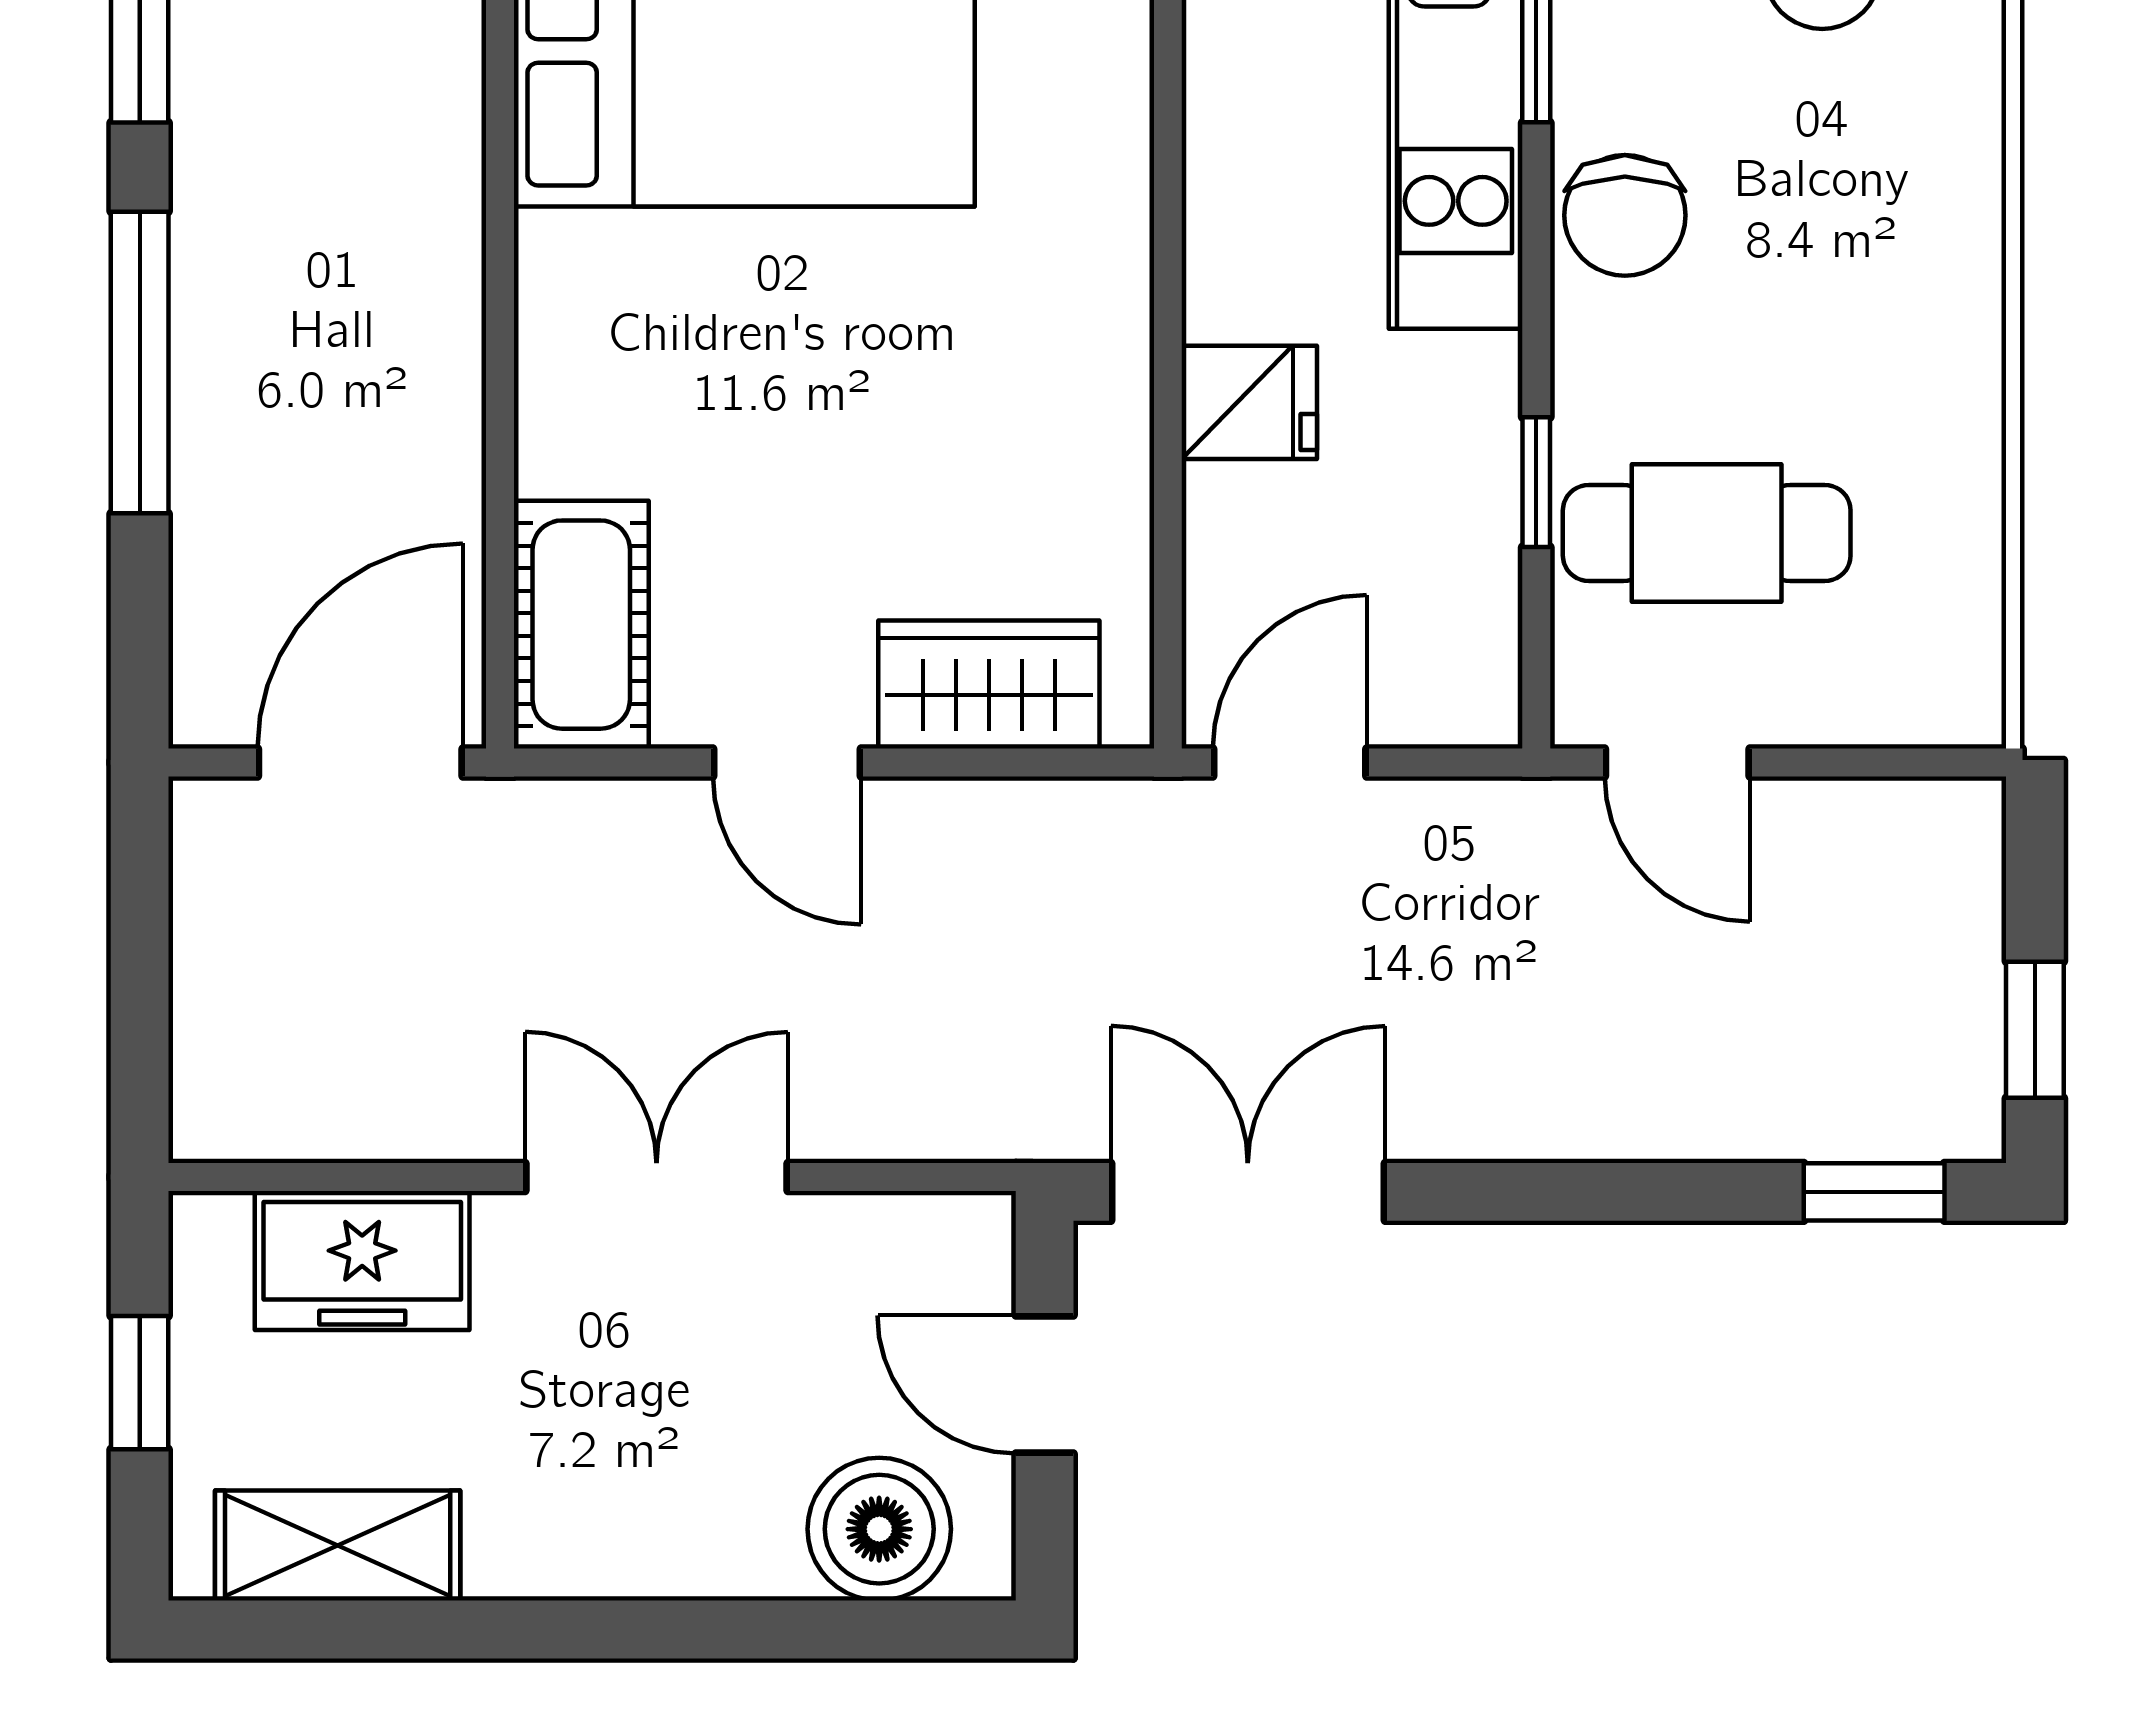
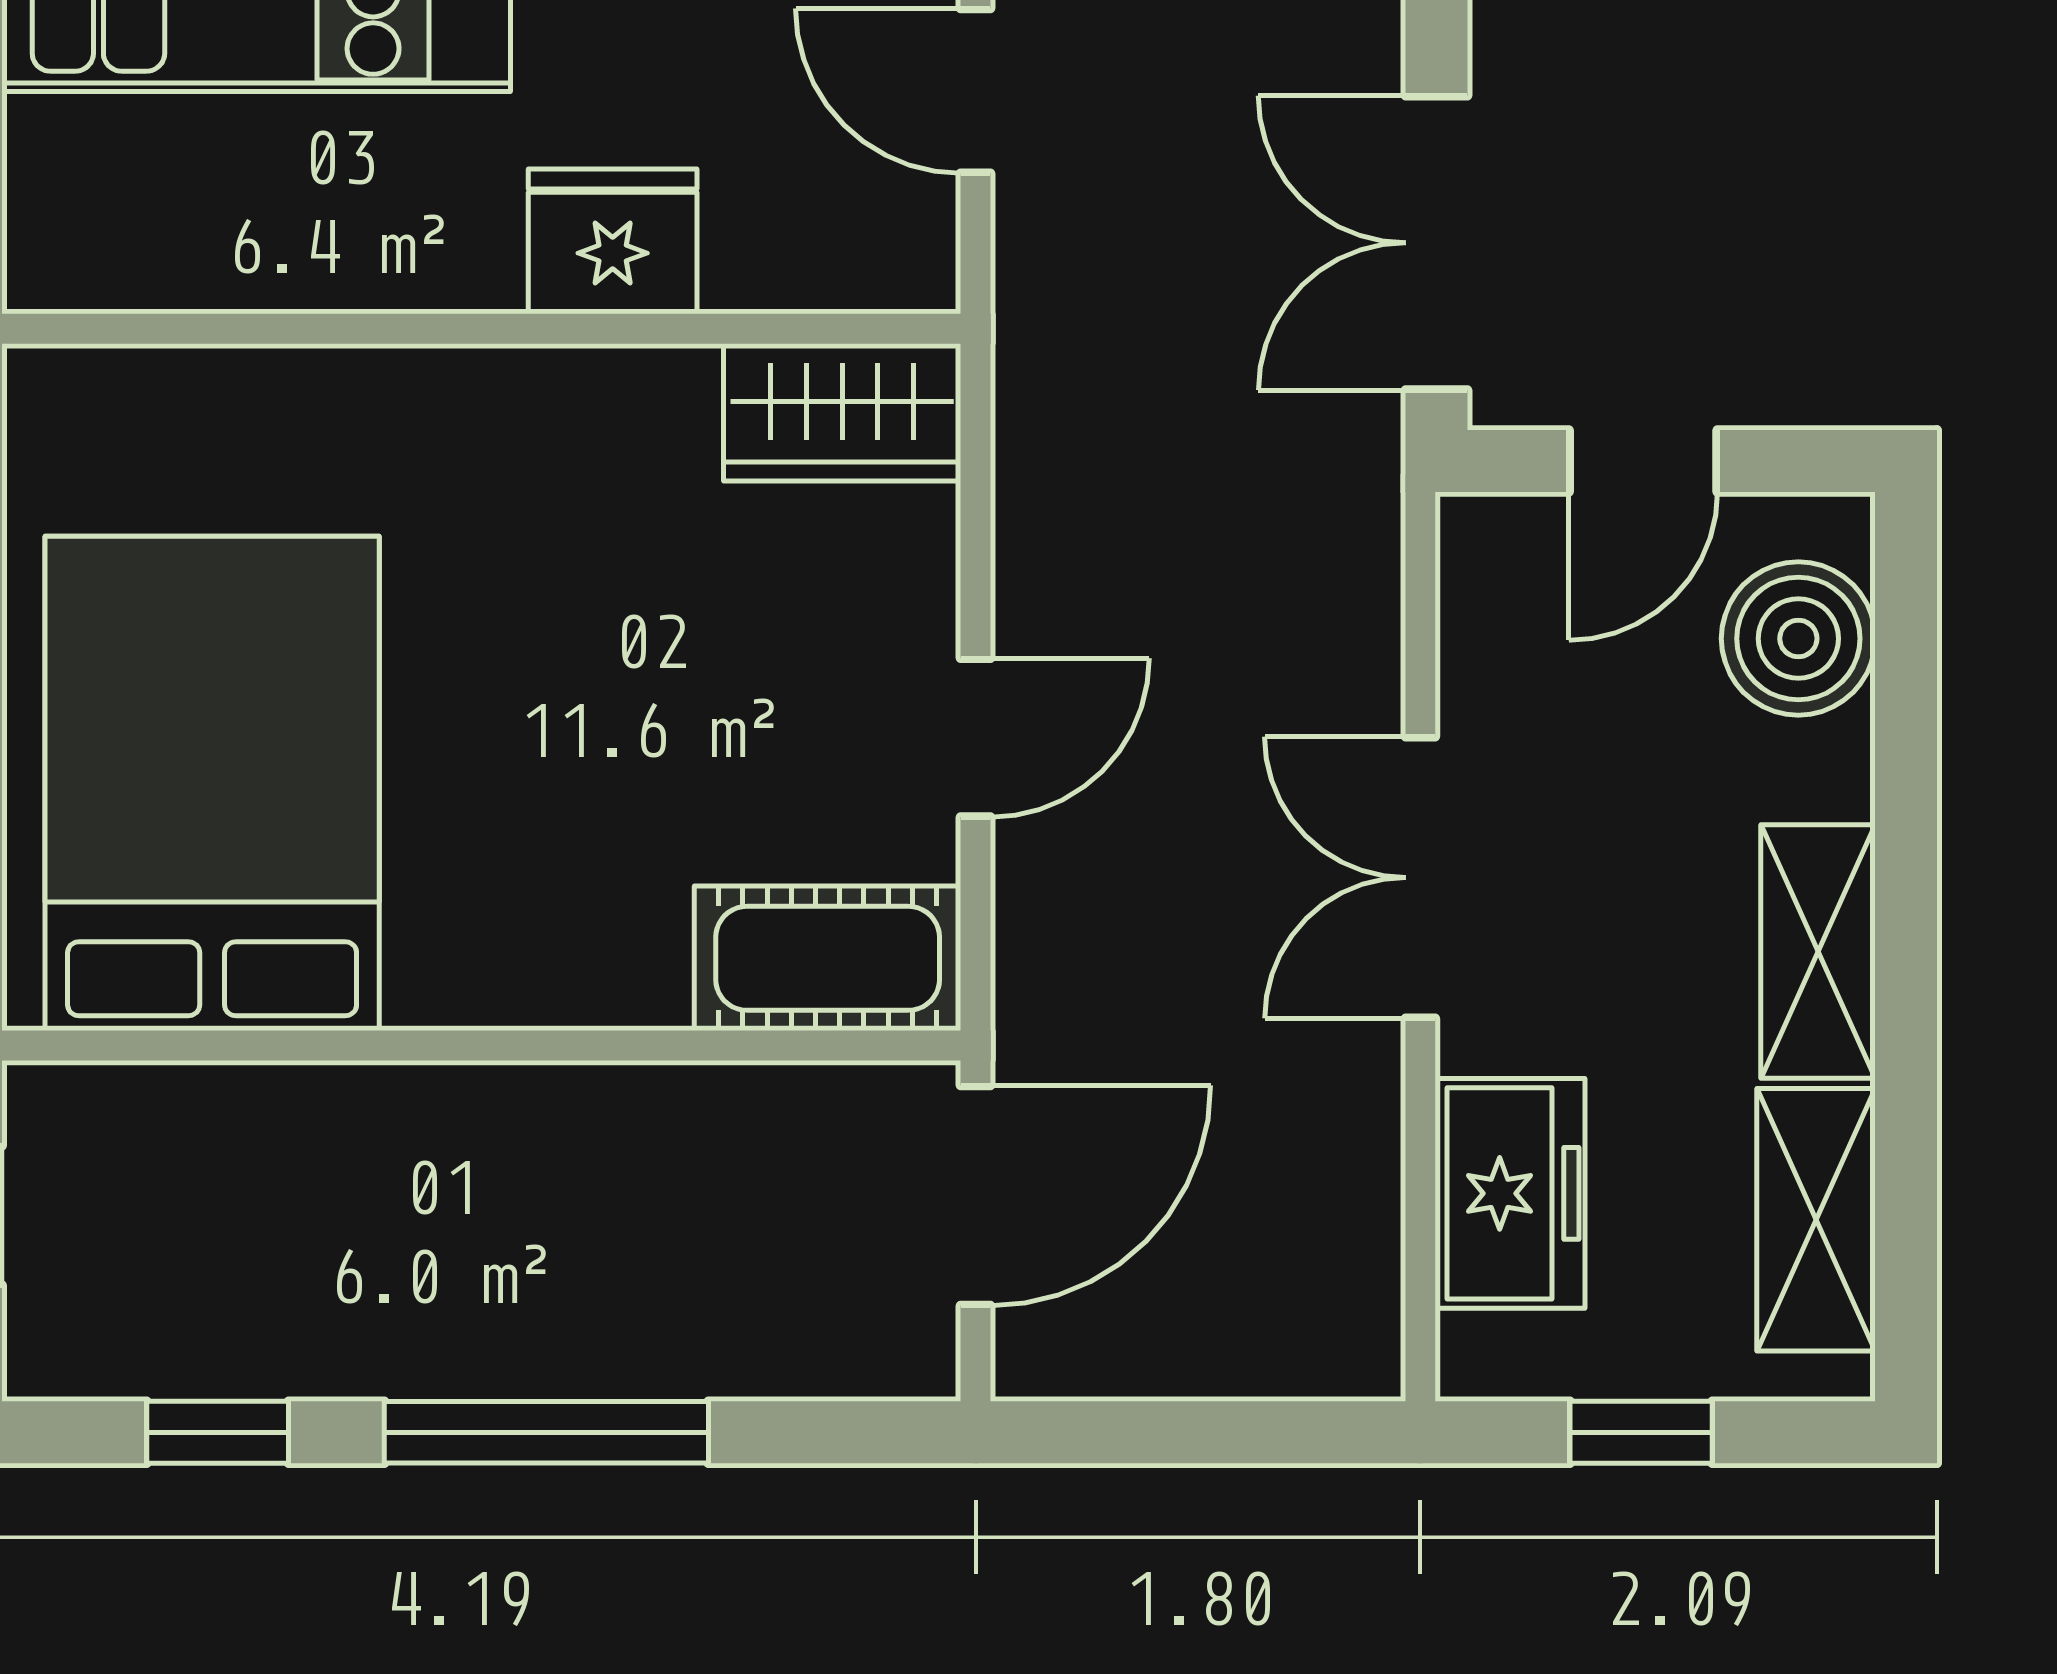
fridge: (1249, 402) -> (613, 241), width x1.38
wardrobe: (989, 685) -> (842, 412), moved, turned -90
door: (360, 762) -> (976, 1196), swing flipped
door: (1290, 762) -> (976, 91), moved
shelving: (588, 1548) -> (1818, 952), added

